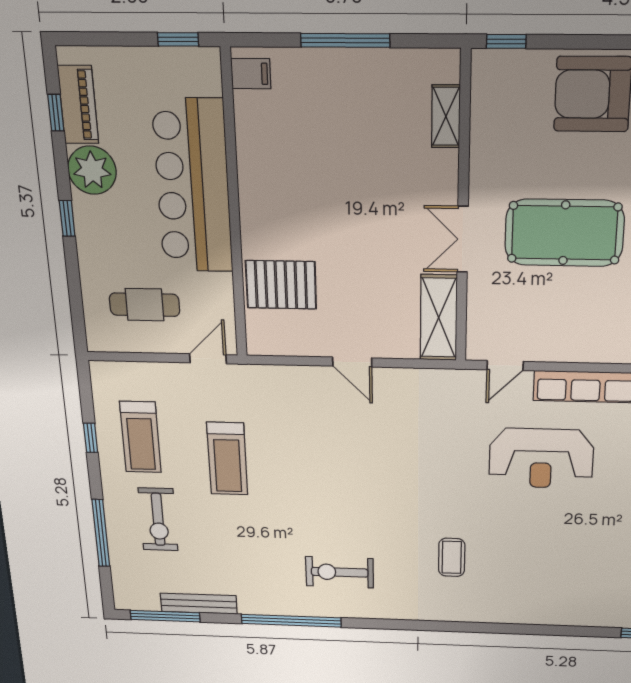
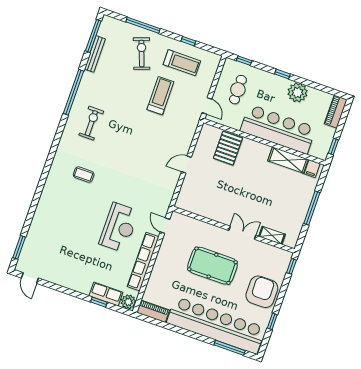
piano: (78, 105) -> (336, 112), moved, turned 90
window: (56, 113) -> (244, 61), moved
pool table: (564, 233) -> (212, 266), turned 90
double door: (463, 239) -> (242, 233), moved
shelving: (439, 318) -> (288, 160), moved
treadmill: (140, 437) -> (182, 63), turned 180
reception desk: (541, 458) -> (119, 227), turned 180
treadmill: (227, 459) -> (160, 96), turned 90
exercise bike: (158, 519) -> (142, 54), turned 70

